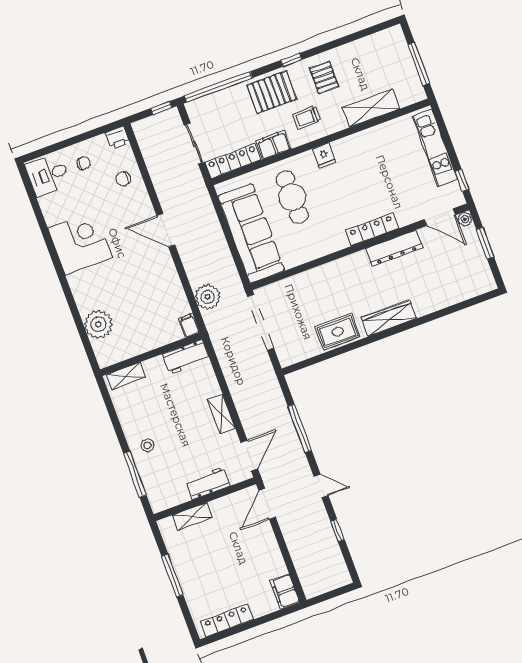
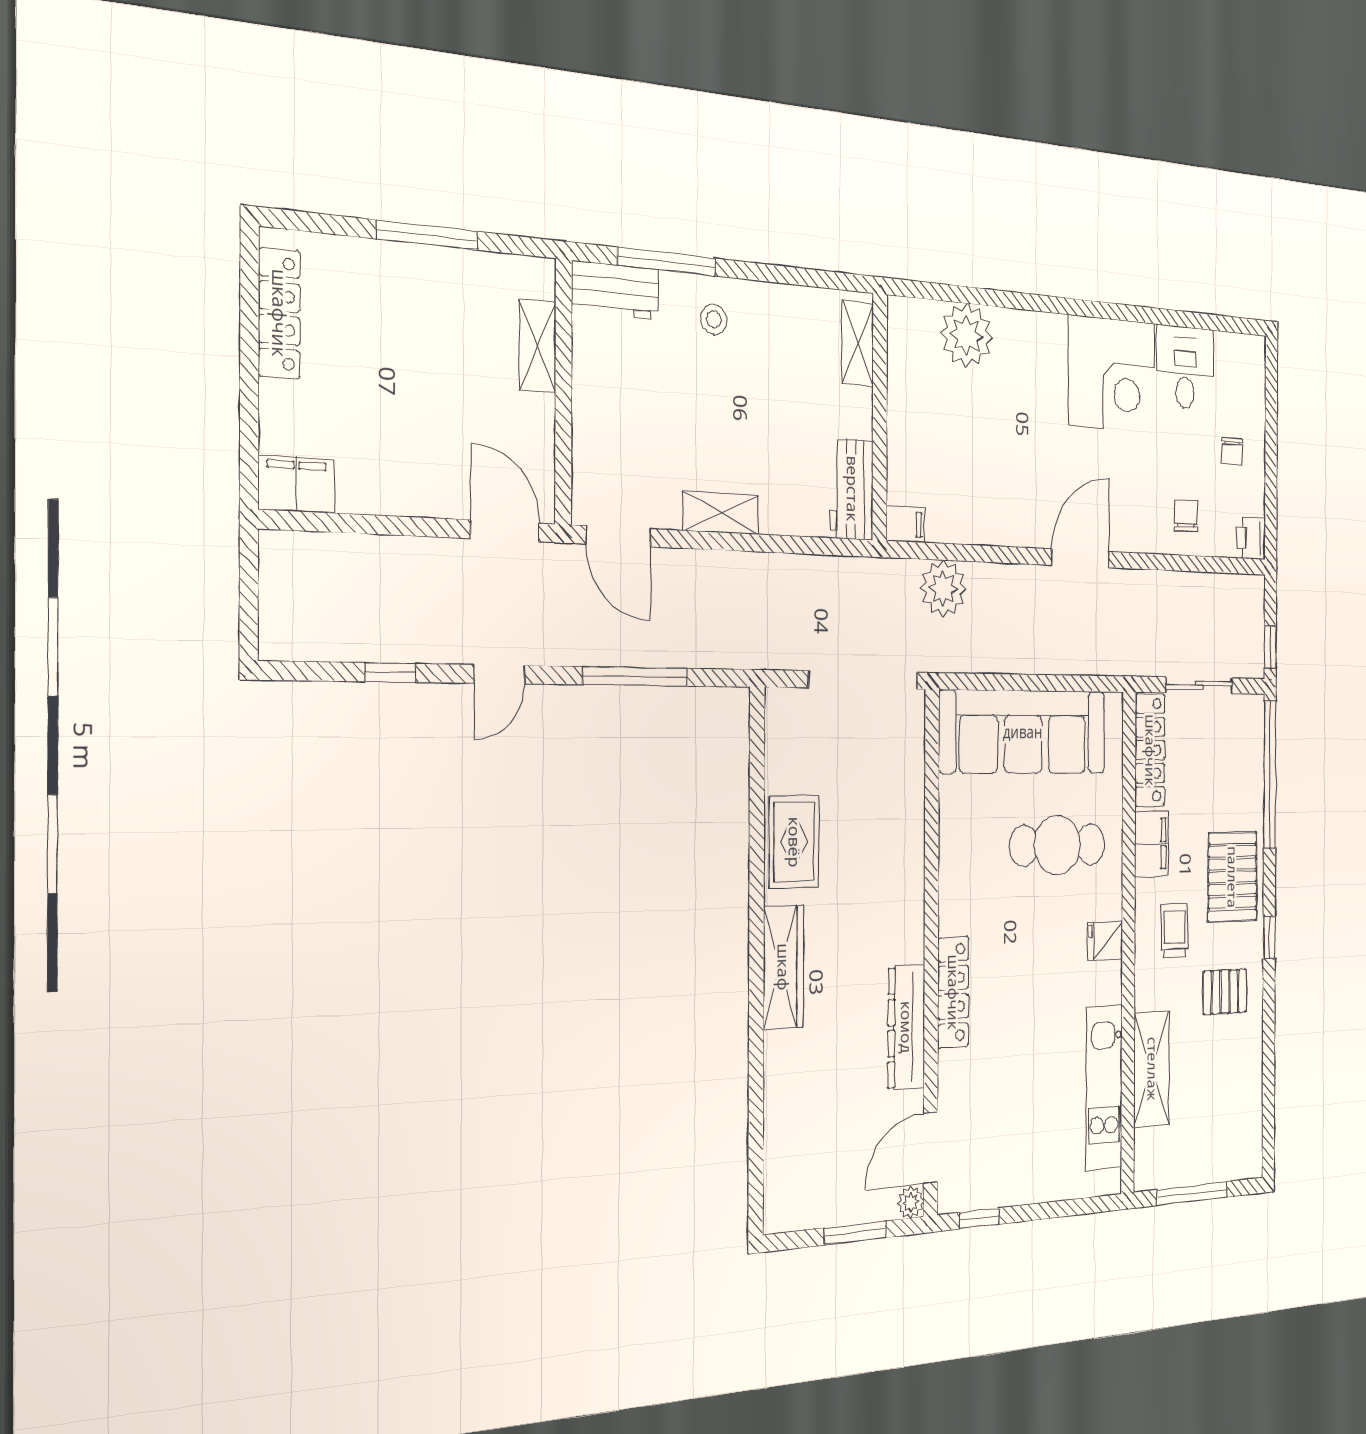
kitchen unit: (435, 148) -> (1104, 1088), moved, turned -90
desk: (48, 175) -> (1185, 368), moved
workbench: (208, 483) -> (615, 290), moved, turned 90

